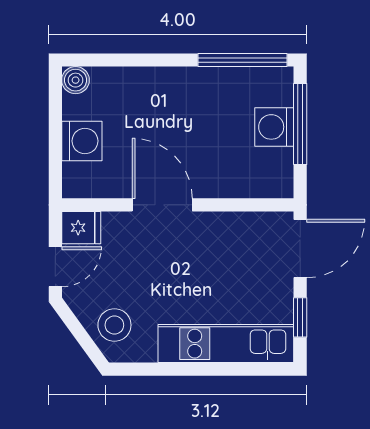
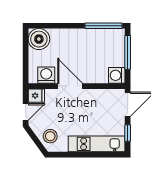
boiler: (76, 80) -> (39, 39), width x1.86, depth x1.86
washing machine: (274, 127) -> (117, 75), moved
washing machine: (82, 141) -> (46, 75), moved, turned -90

